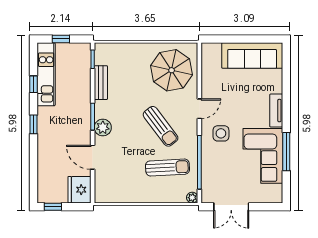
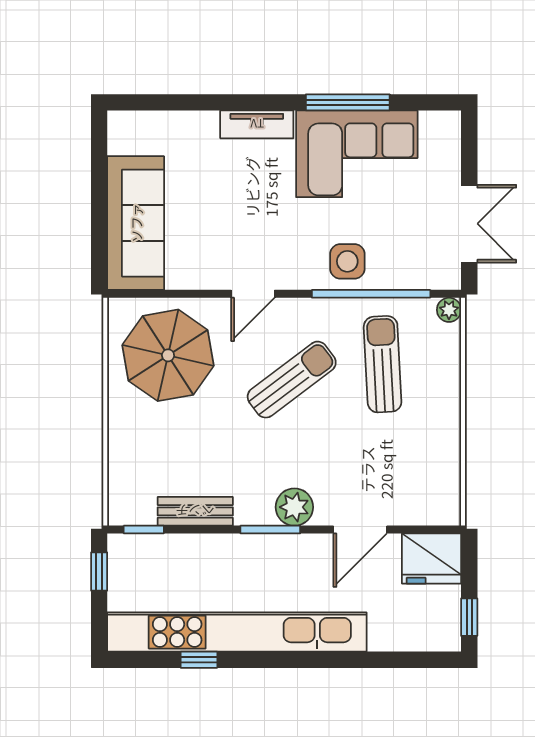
window: (61, 39) -> (99, 571), moved
sofa: (252, 56) -> (136, 223), moved
kitchen unit: (46, 74) -> (237, 632), width x1.86
door: (199, 109) -> (253, 294), swing flipped
window: (34, 124) -> (287, 660), removed
side table: (221, 133) -> (347, 261), moved

